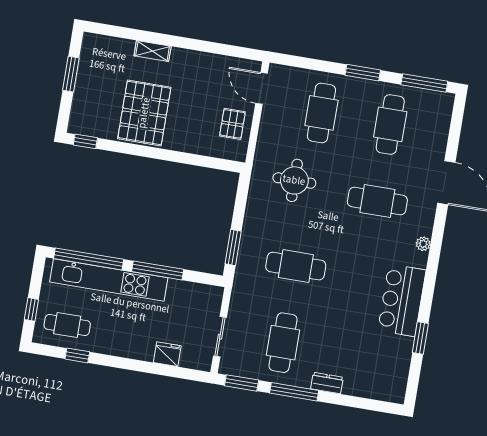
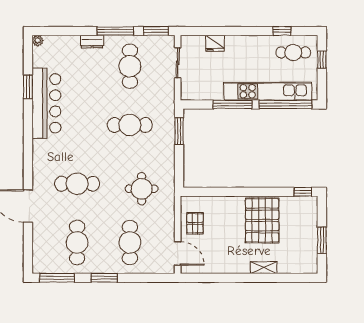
plant: (423, 244) -> (38, 41), moved
bar counter: (402, 300) -> (46, 103), width x1.36

